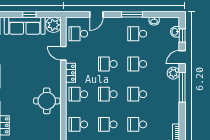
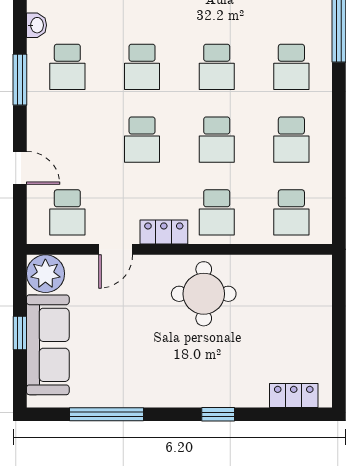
round table: (47, 101) -> (204, 294), moved

